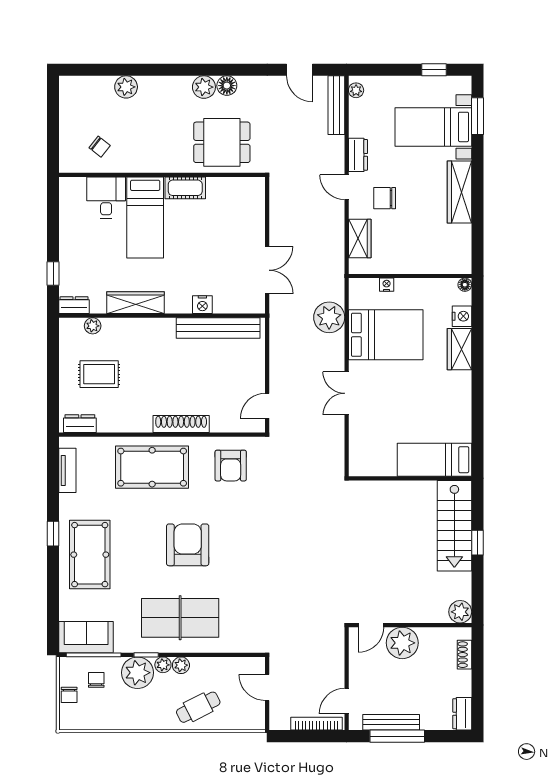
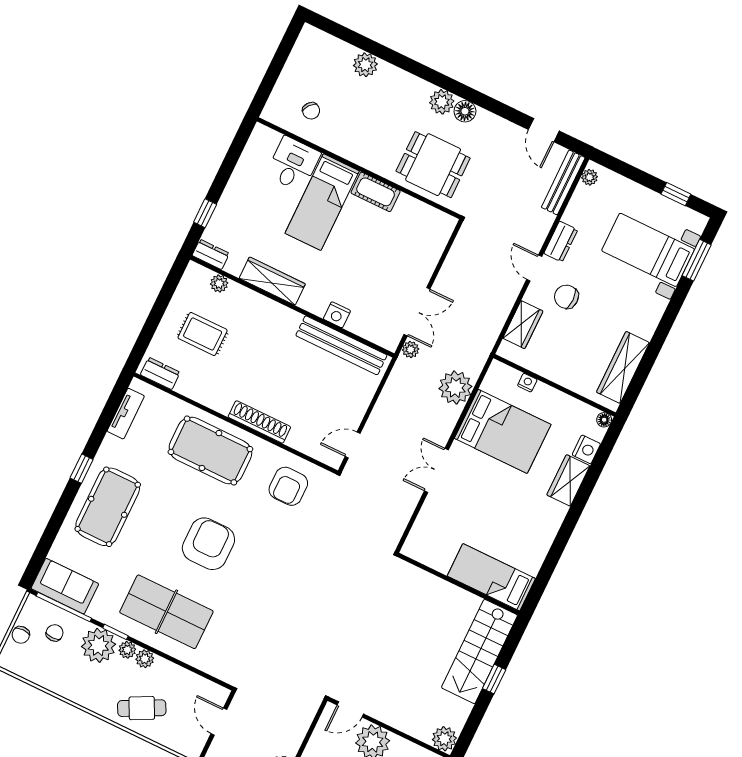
wardrobe: (459, 192) -> (623, 367), moved
plant: (277, 304) -> (411, 350), added

